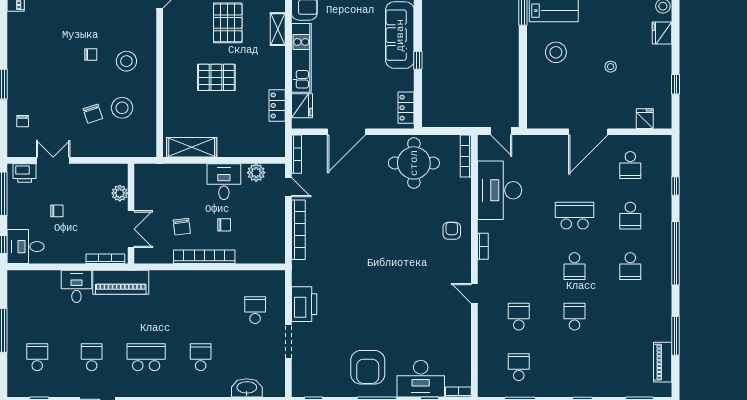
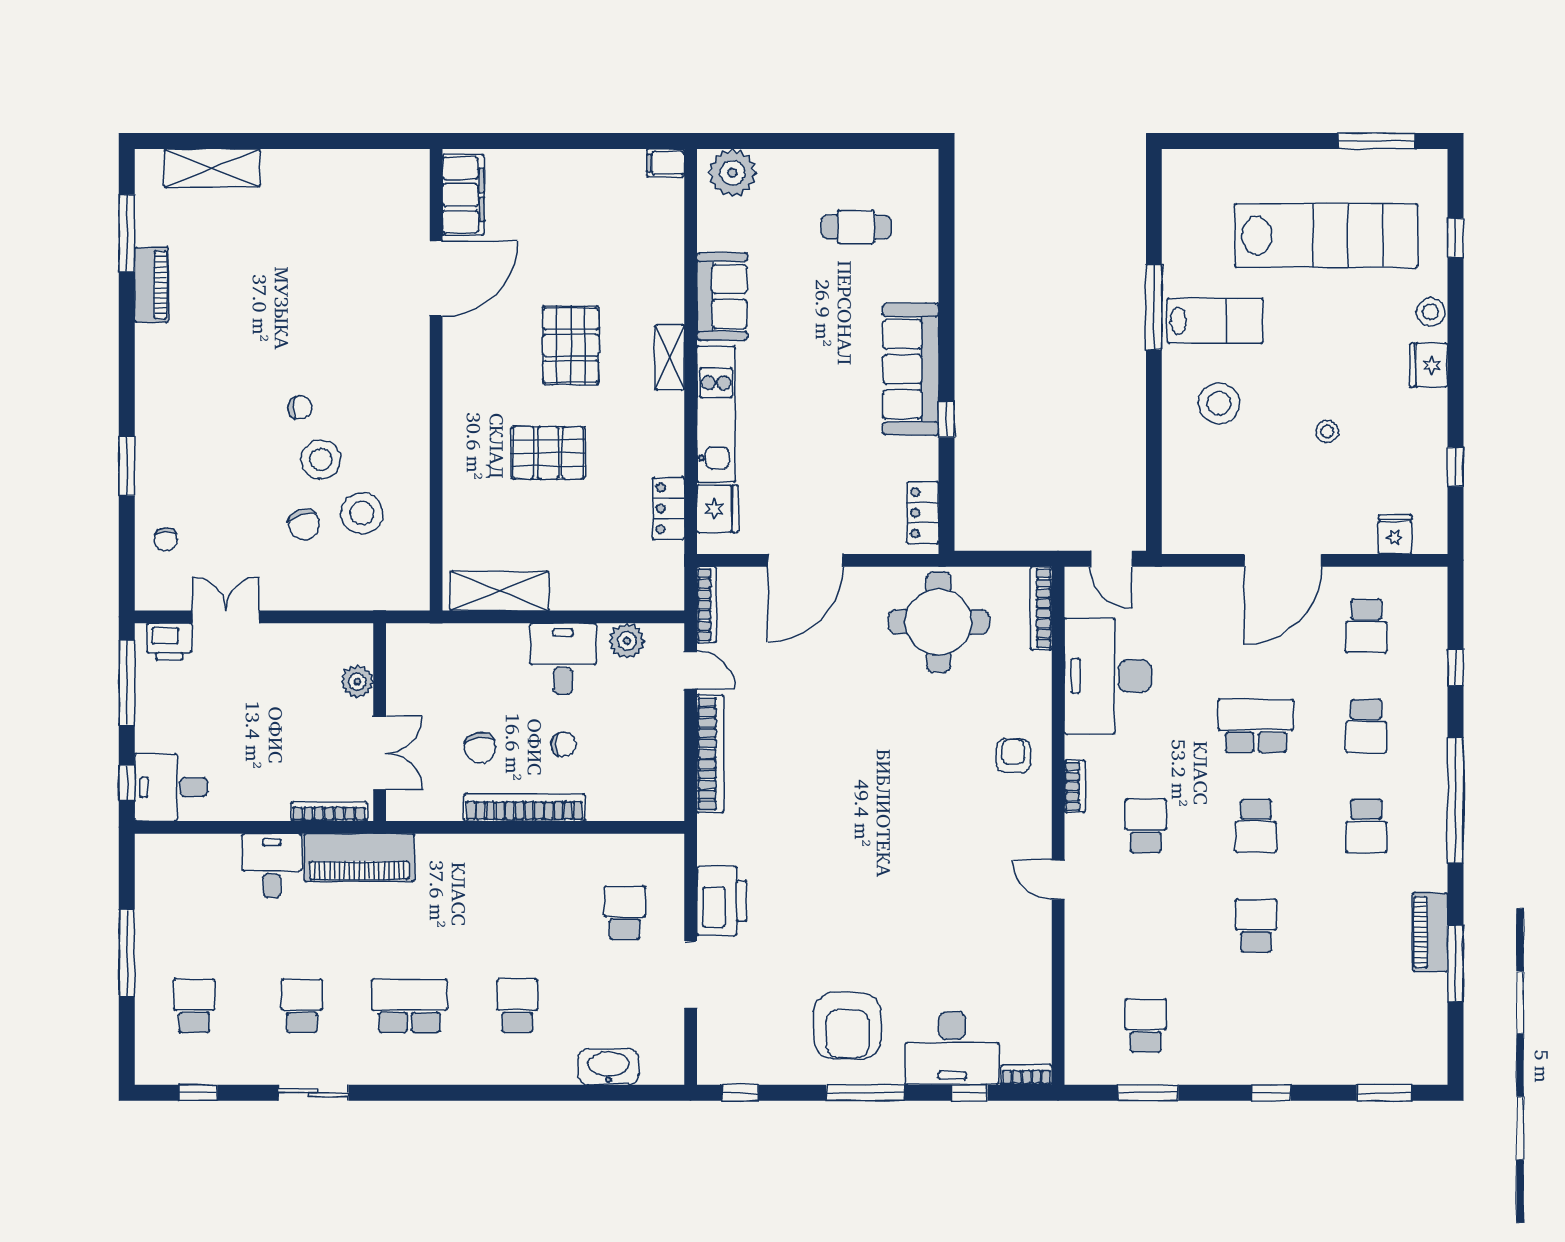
stool: (126, 61) -> (321, 460), moved
chair: (57, 211) -> (233, 717), removed
school desk: (519, 317) -> (1146, 826), moved
piano: (663, 362) -> (1430, 932), moved

